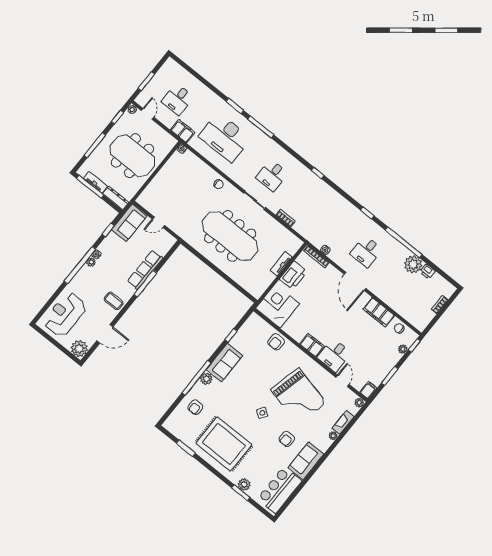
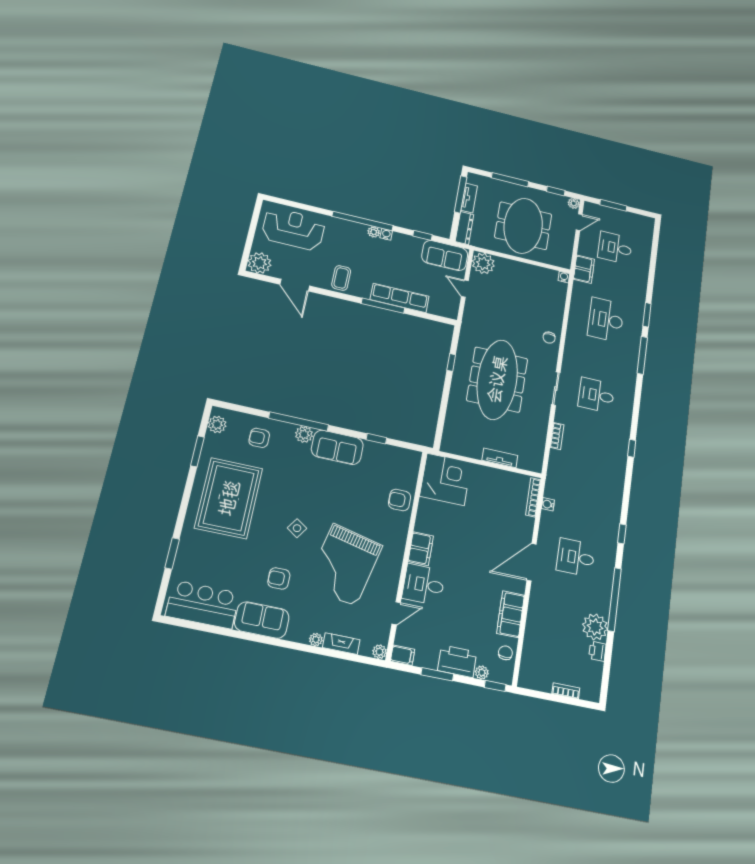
desk: (225, 137) -> (606, 320), width x0.73, depth x0.77
plant: (147, 199) -> (483, 263), added
window: (204, 260) -> (451, 362), added
printer: (293, 275) -> (457, 661), moved, turned 180
plant: (244, 485) -> (217, 424), moved

